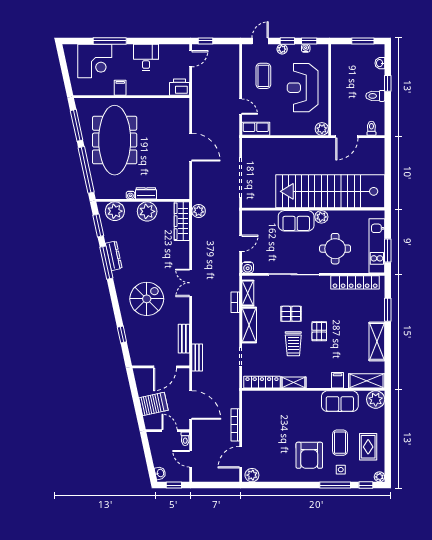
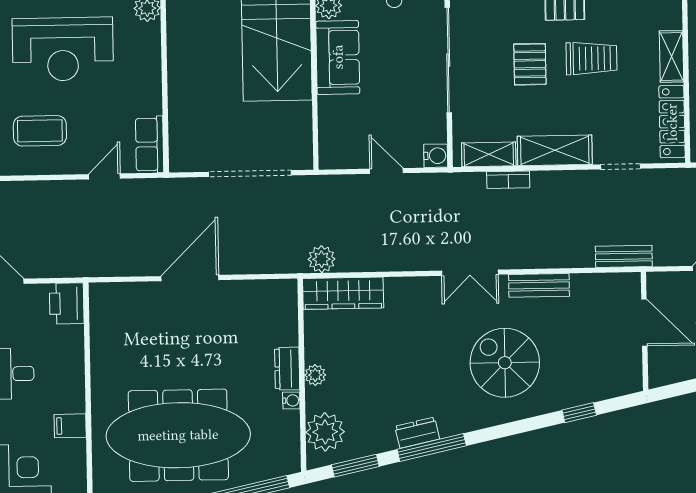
plant: (147, 211) -> (315, 375), width x0.53, depth x0.53
dresser: (114, 256) -> (417, 433), width x0.70
bench: (184, 339) -> (539, 285), moved

